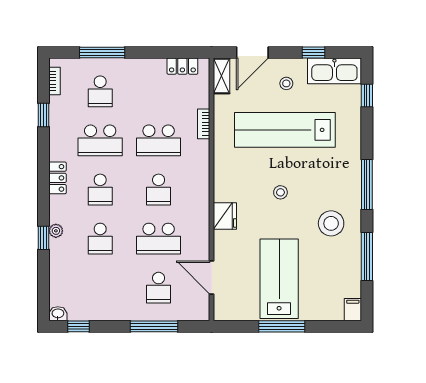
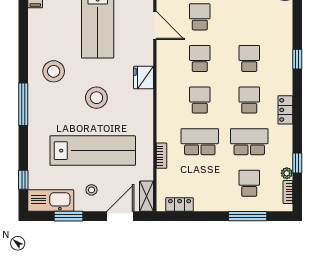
window: (314, 53) -> (68, 216), width x1.50
stool: (280, 192) -> (96, 98), width x1.89, depth x1.89
plant: (56, 231) -> (287, 173), moved
school desk: (159, 239) -> (200, 58), width x0.54
window: (367, 256) -> (23, 43), removed

